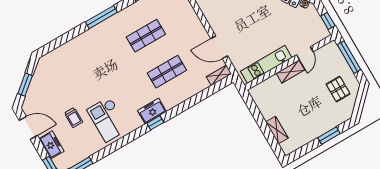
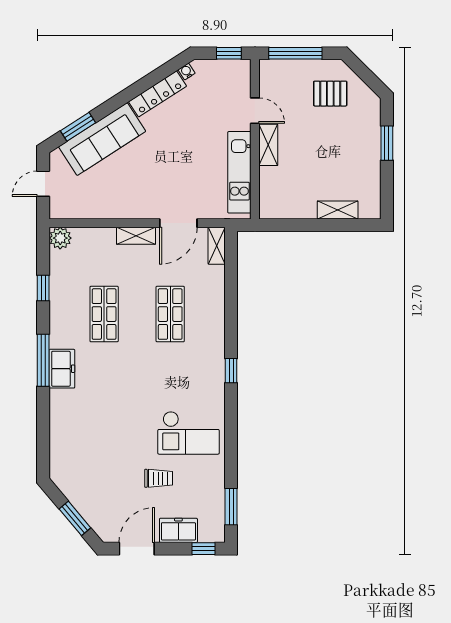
shelving: (199, 28) -> (136, 236), added
freezer: (152, 111) -> (62, 369), moved, turned 180

